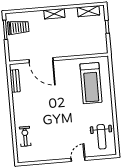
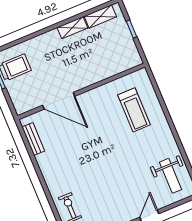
shelving: (54, 14) -> (72, 28), moved
treadmill: (91, 83) -> (134, 110), width x0.73, depth x0.73

